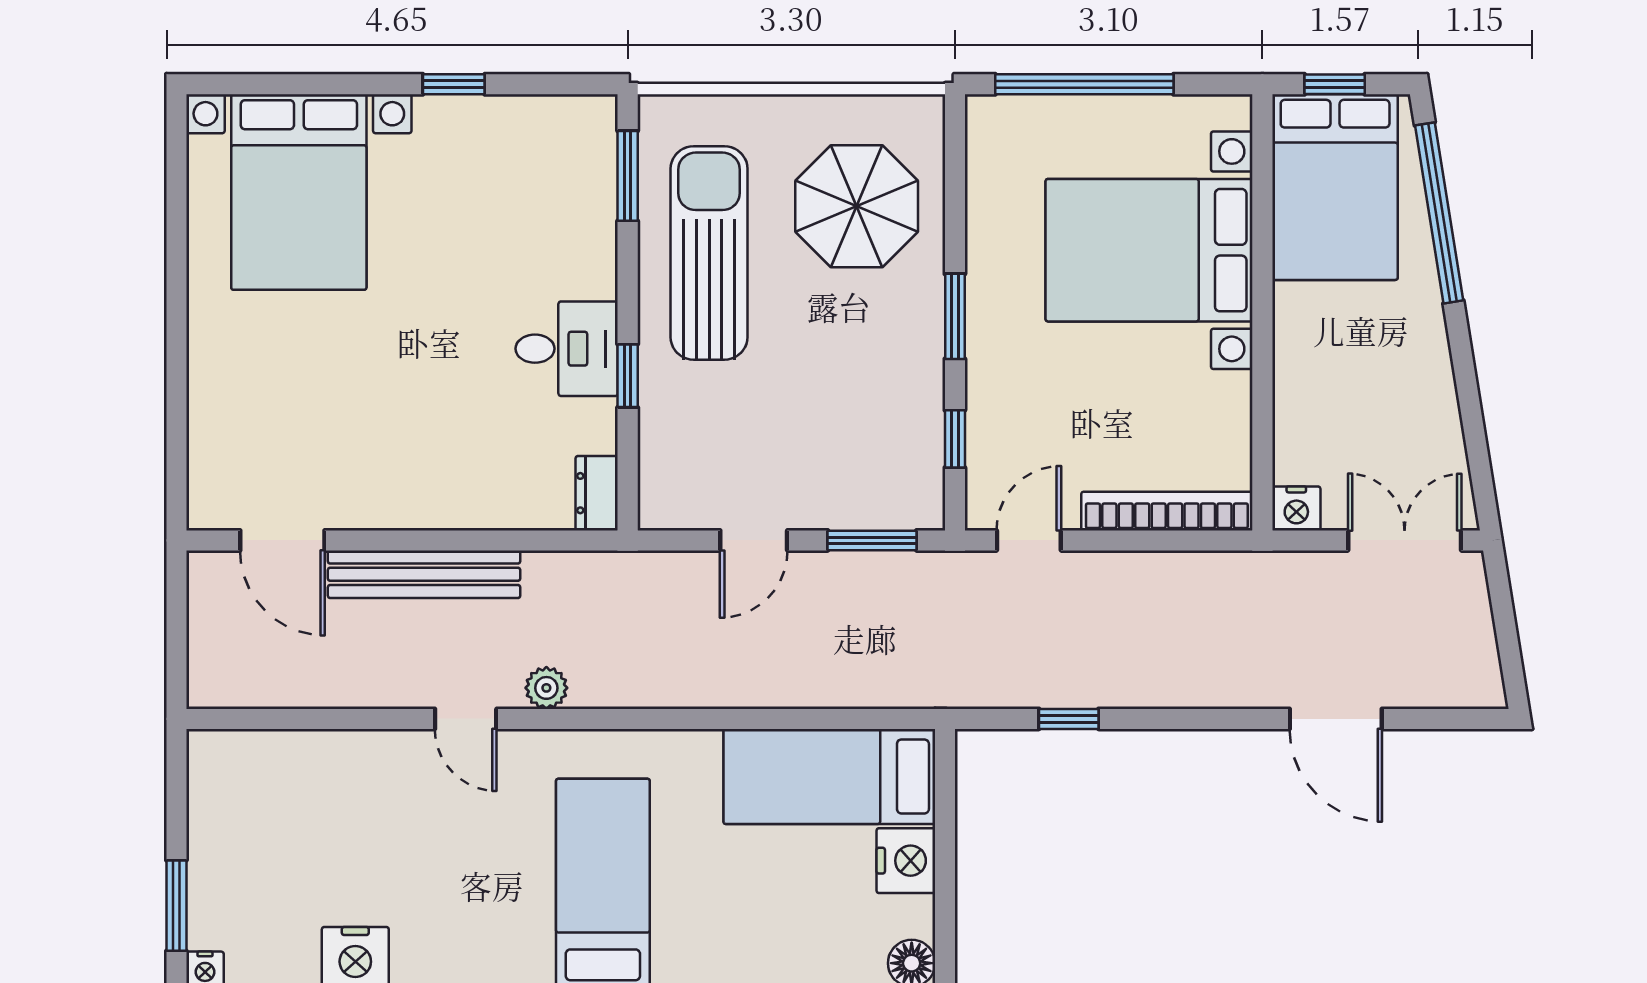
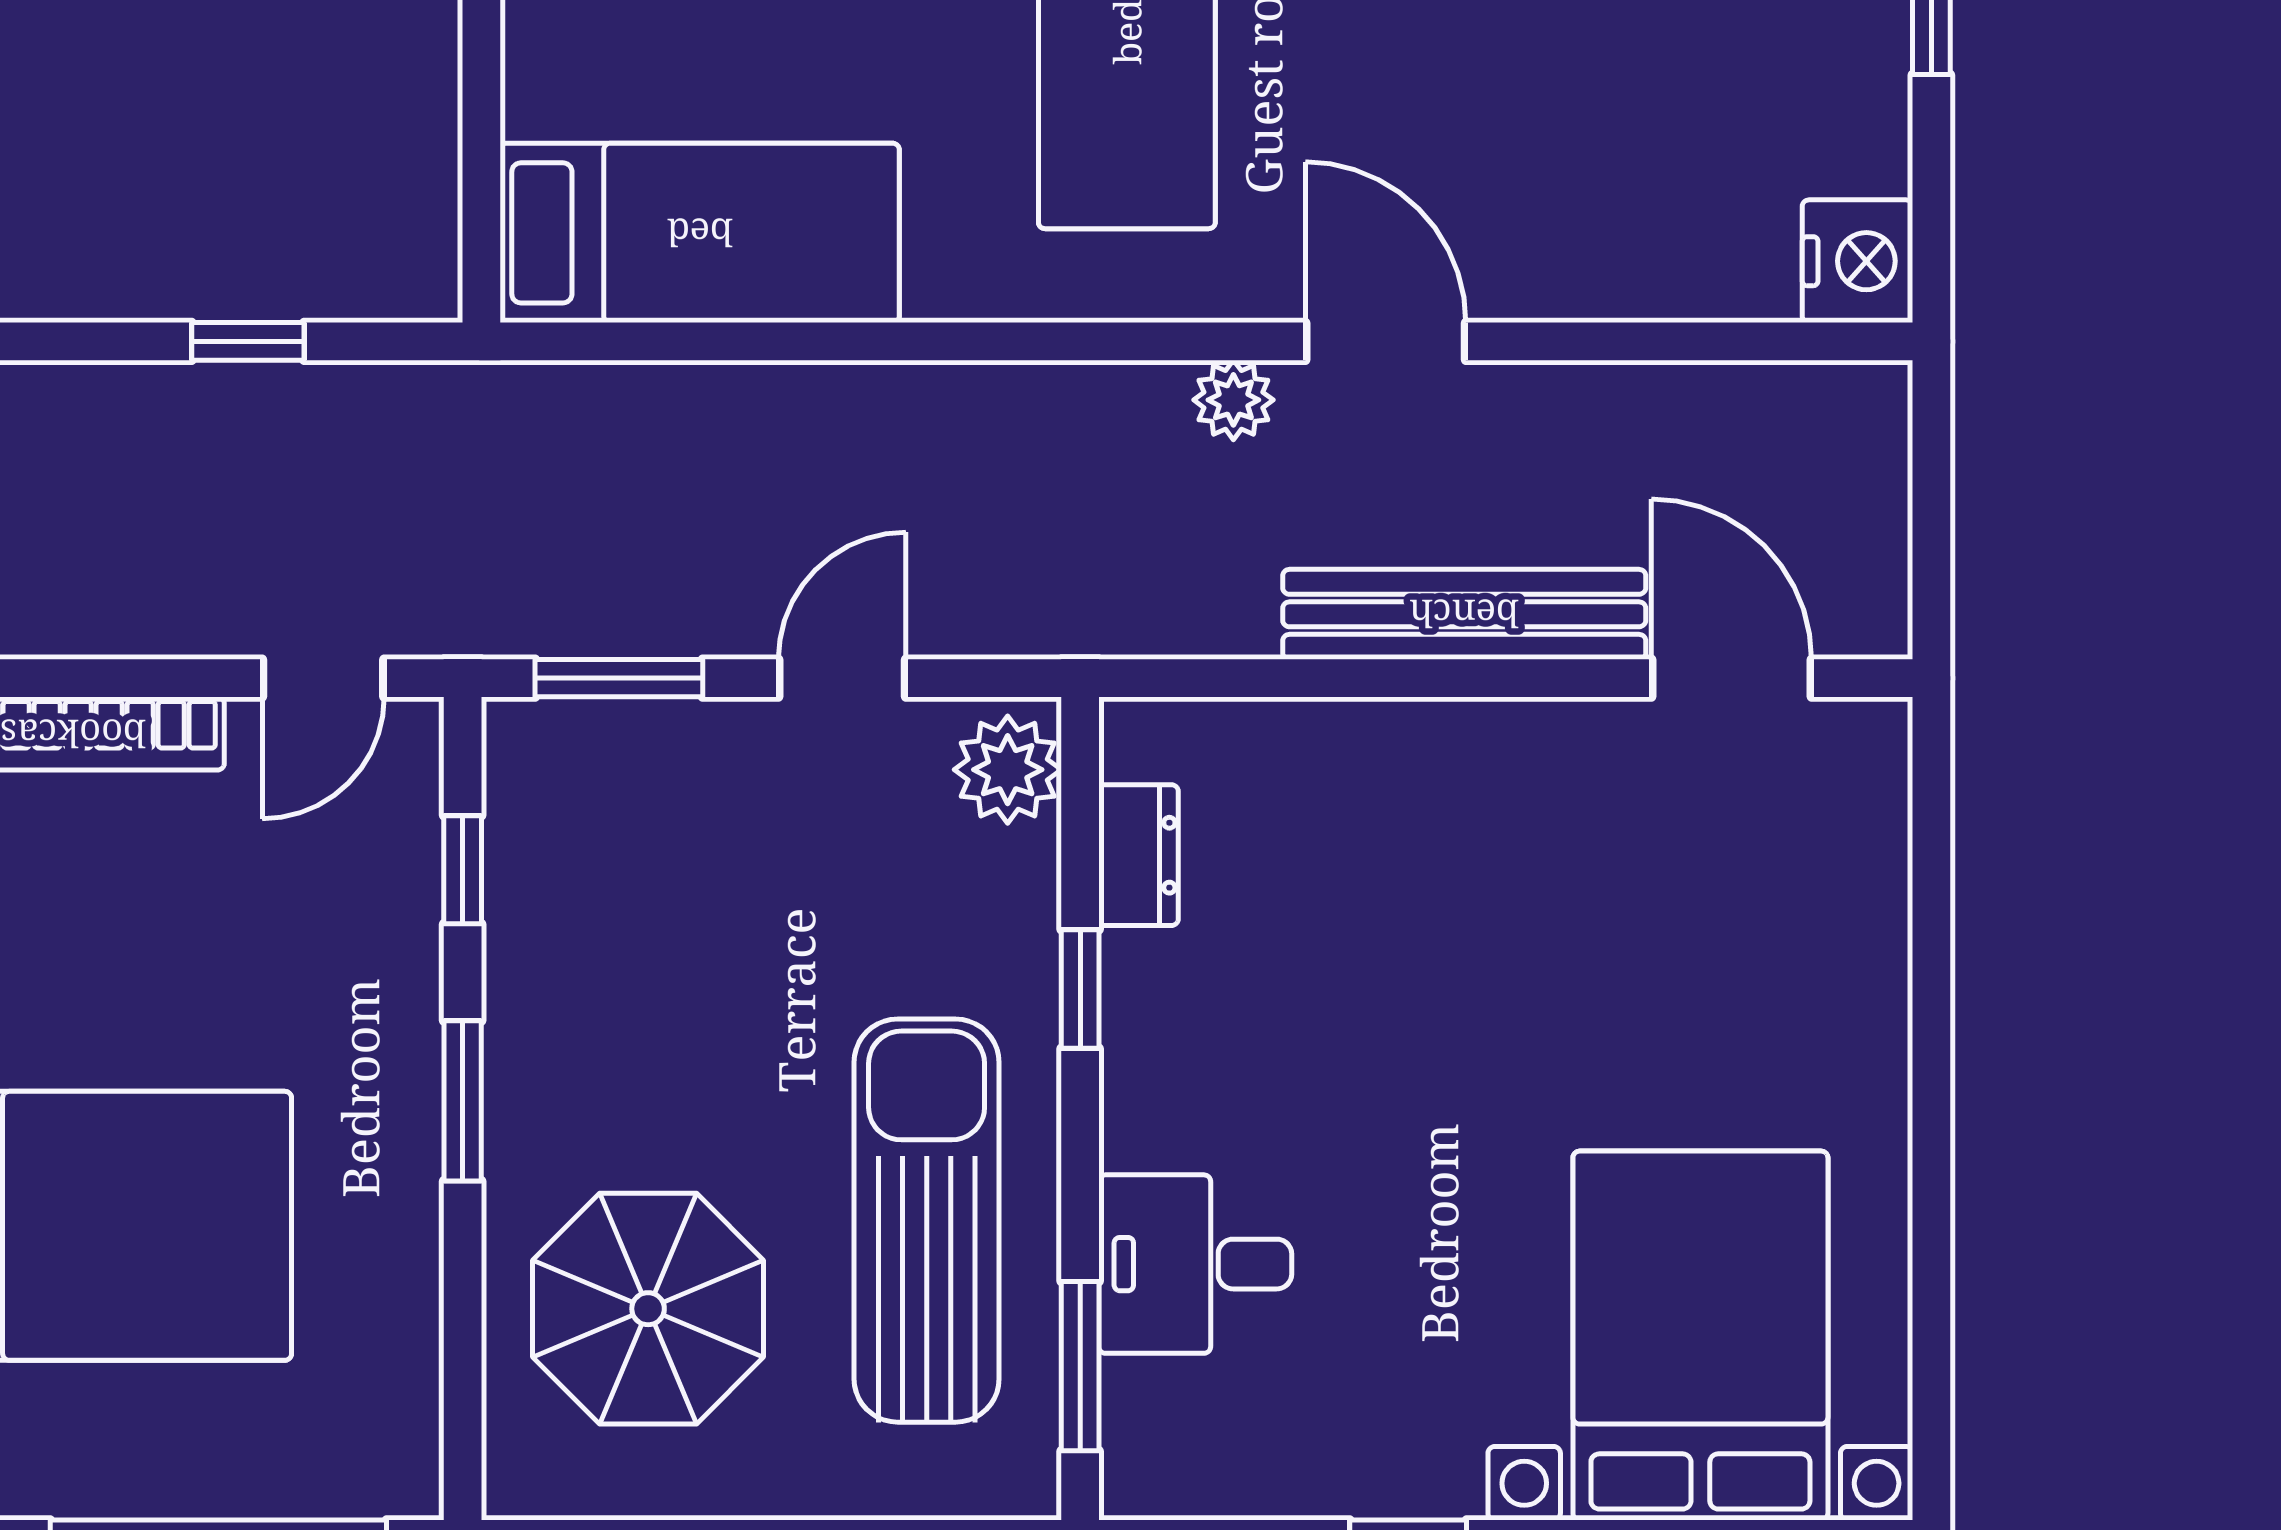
sun lounger: (709, 253) -> (927, 1221), turned 180
desk: (567, 349) -> (1195, 1264), moved
plant: (666, 492) -> (1008, 770), added
dresser: (597, 493) -> (1138, 855), moved
door: (466, 719) -> (1386, 341), width x1.38
nightstand: (906, 861) -> (1858, 261), moved, turned 180

